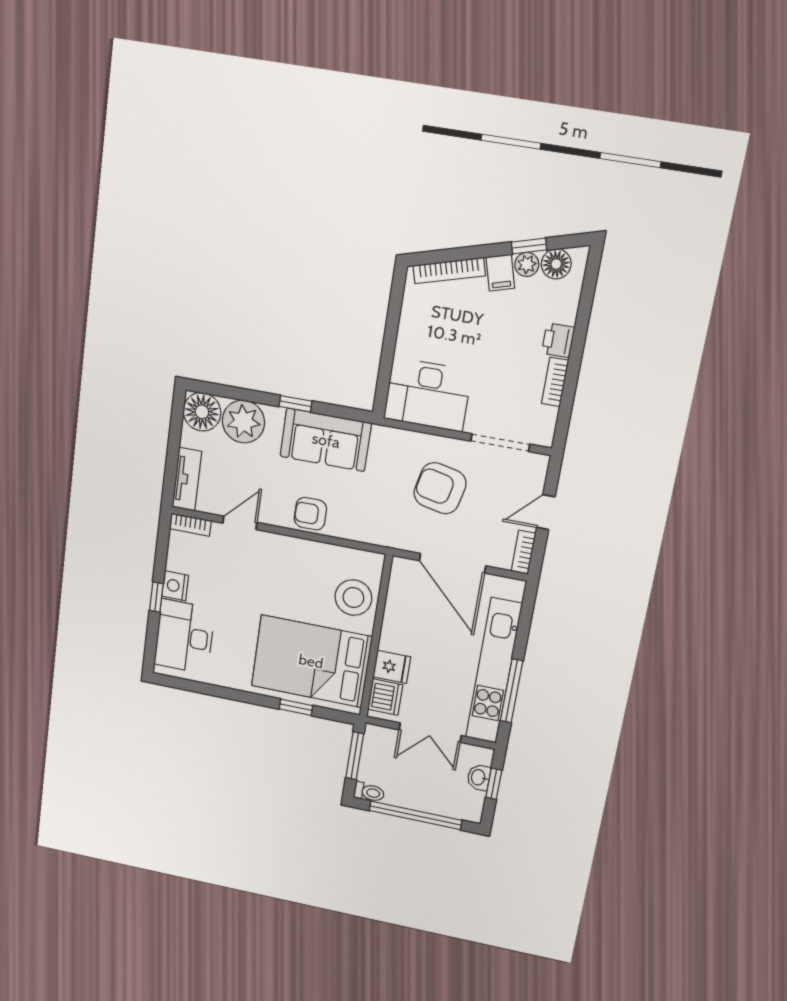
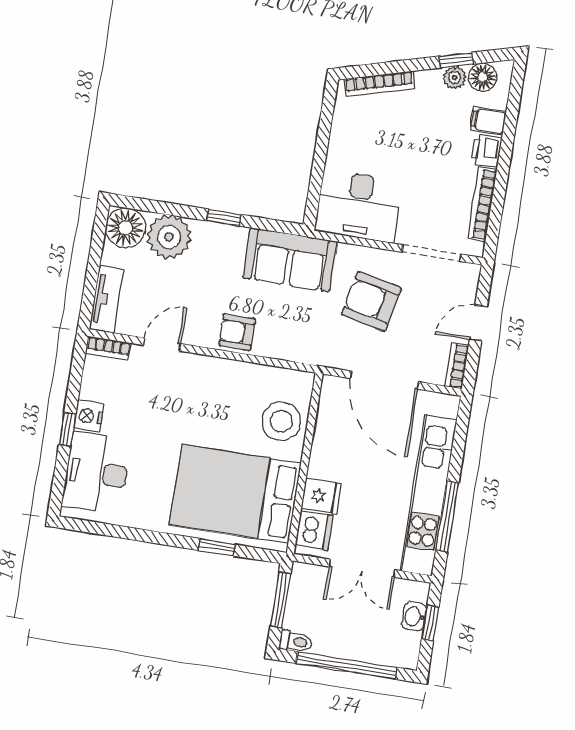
filing cabinet: (500, 273) -> (488, 121), moved, turned 106
bookcase: (555, 382) -> (482, 204), width x1.56
sofa: (326, 440) -> (290, 260), moved

